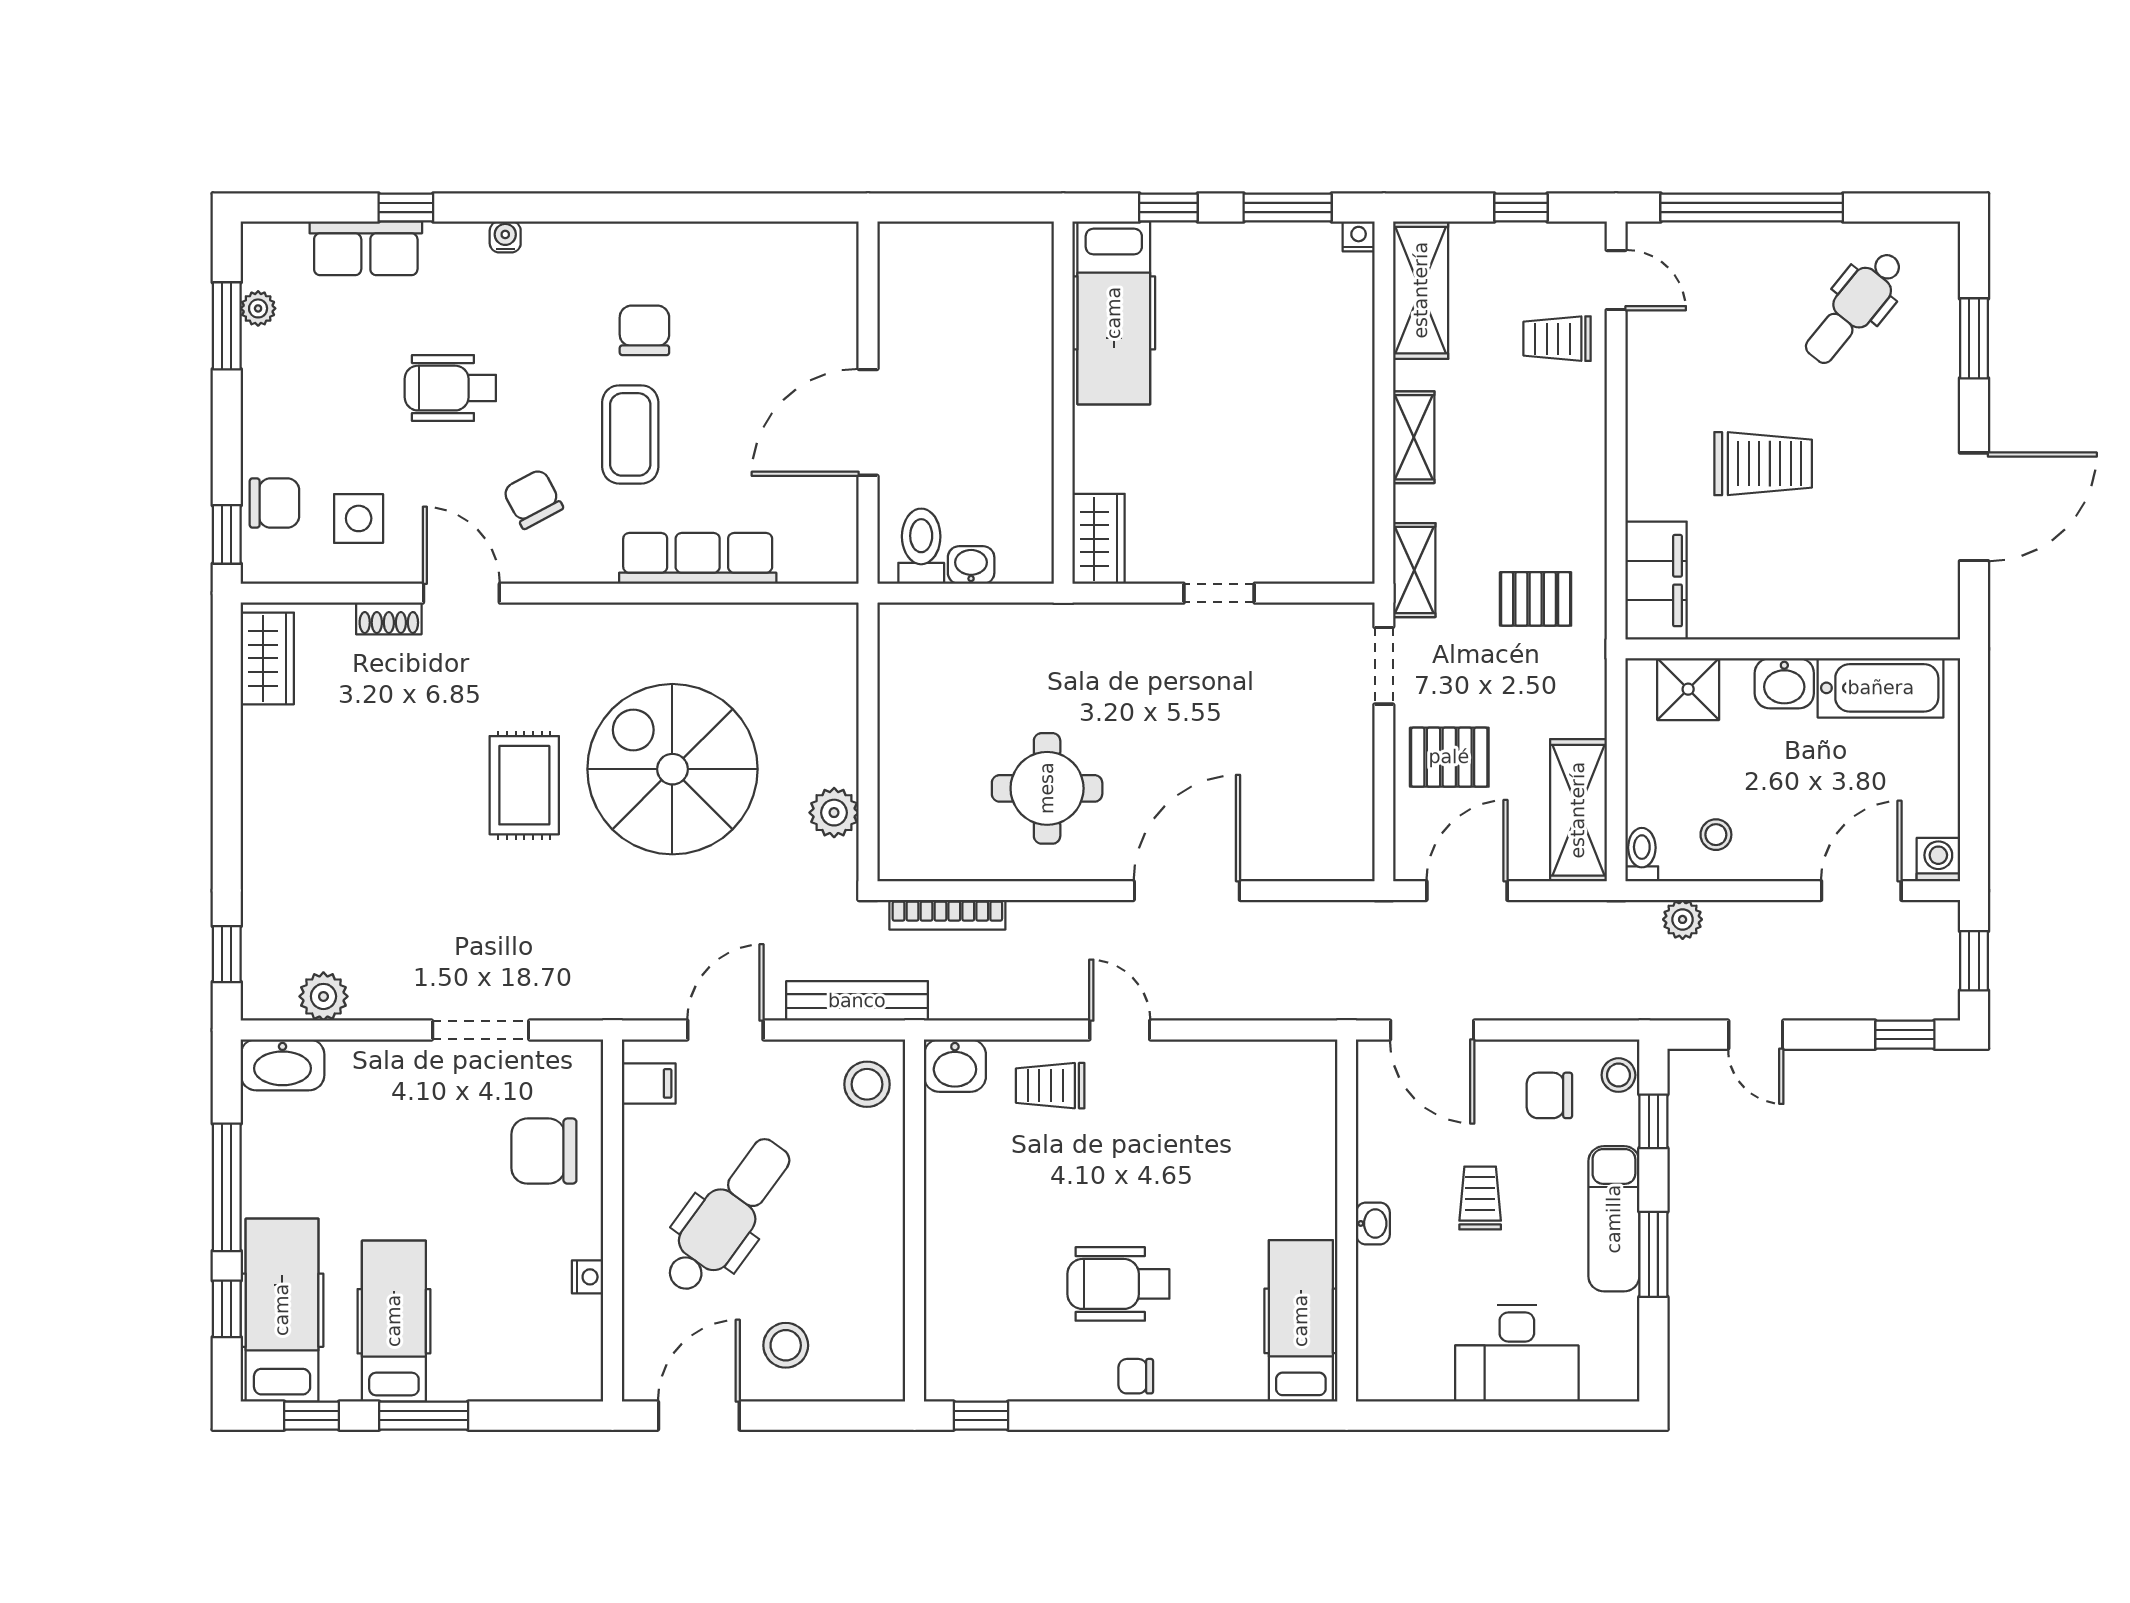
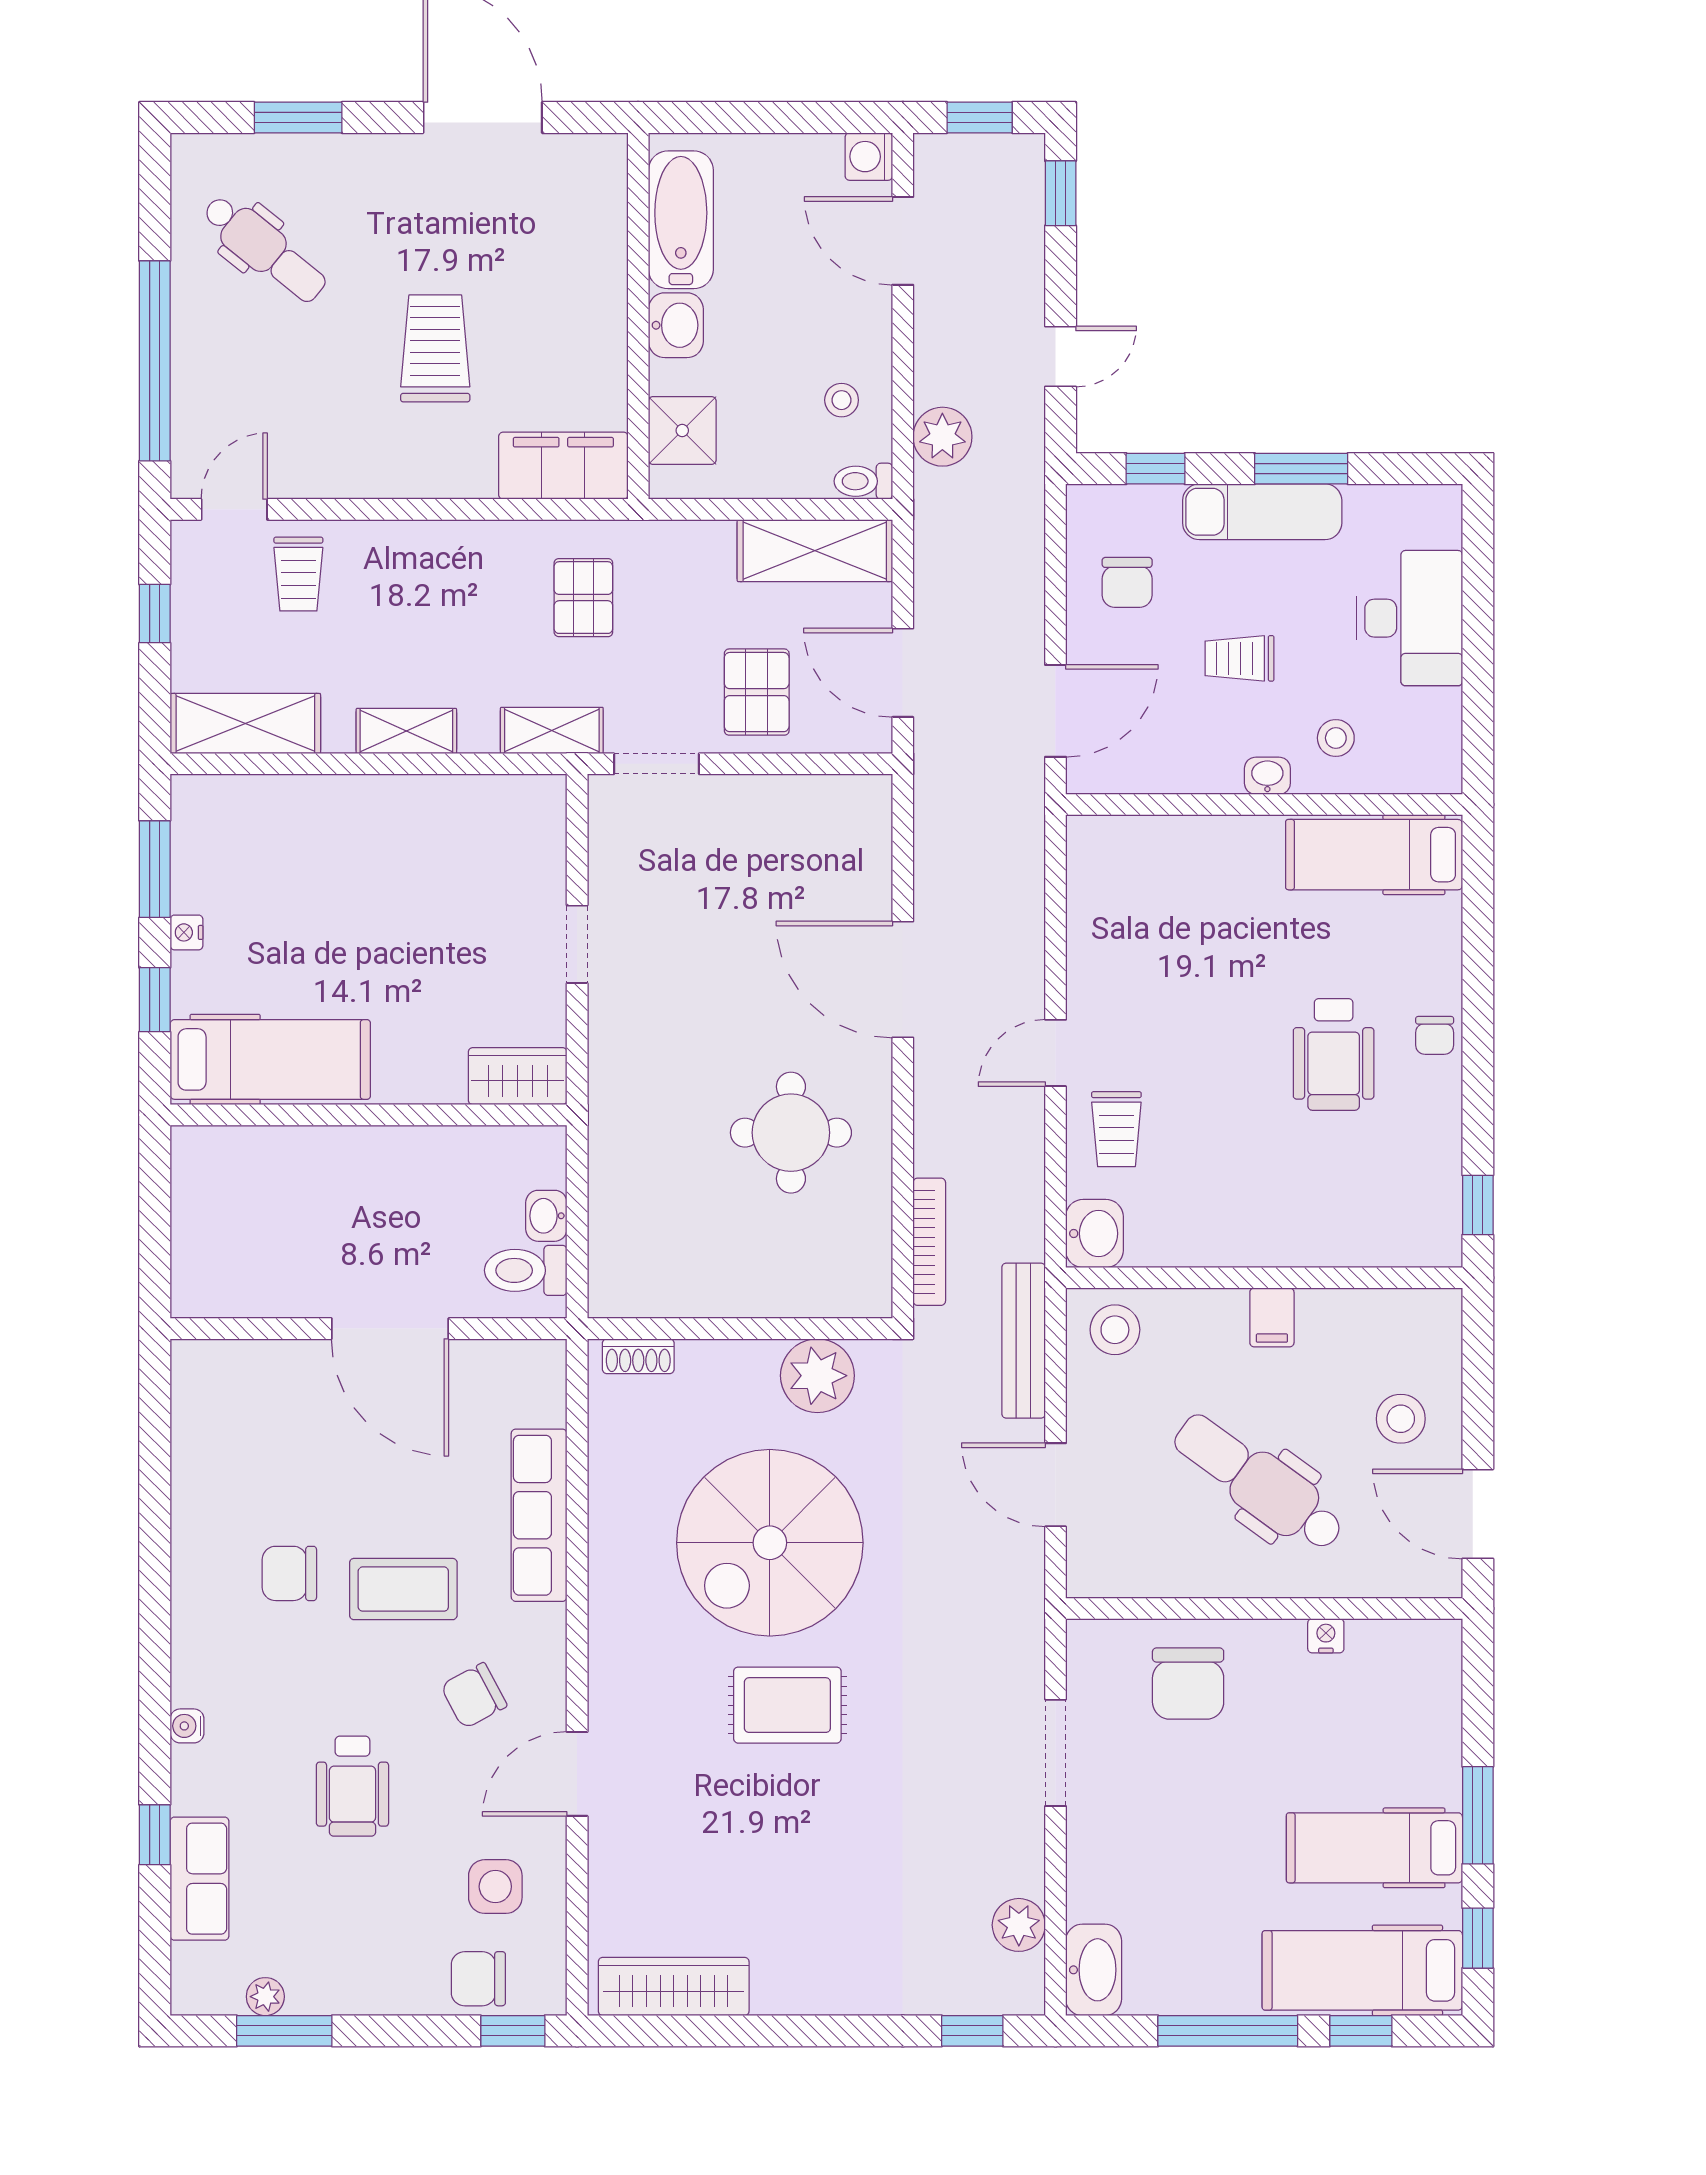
nightstand: (1359, 236) -> (186, 932), moved
chair: (274, 503) -> (478, 1979), turned -90
shoe rack: (389, 618) -> (638, 1356), moved, turned 90
wardrobe: (267, 658) -> (674, 1986), width x1.50
plant: (834, 813) -> (817, 1376), width x1.36, depth x1.36
plant: (1683, 919) -> (942, 437), width x1.38, depth x1.38
stool: (1618, 1075) -> (1336, 738), moved
filing cabinet: (649, 1083) -> (1272, 1317), moved, turned 180

